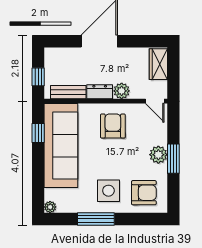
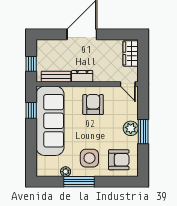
plant: (122, 91) -> (100, 76), removed
plant: (50, 207) -> (66, 172), moved

